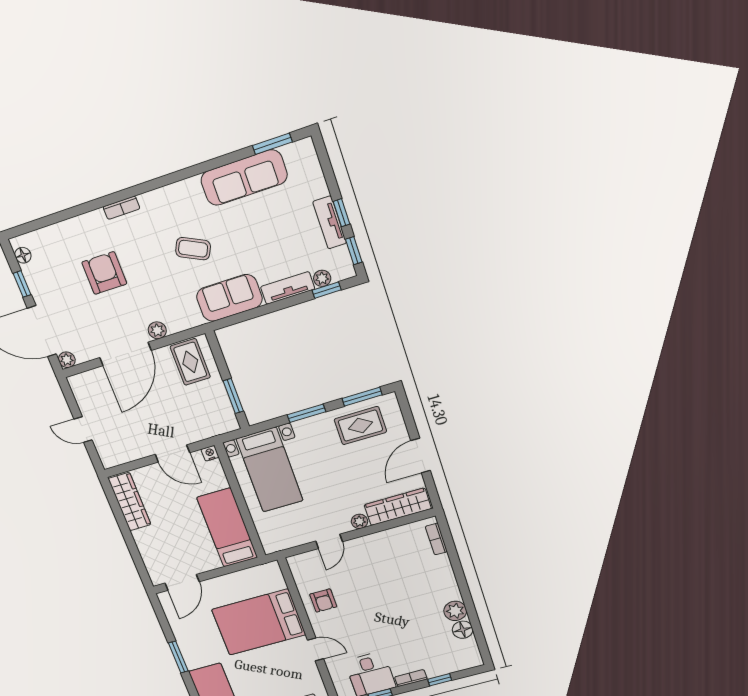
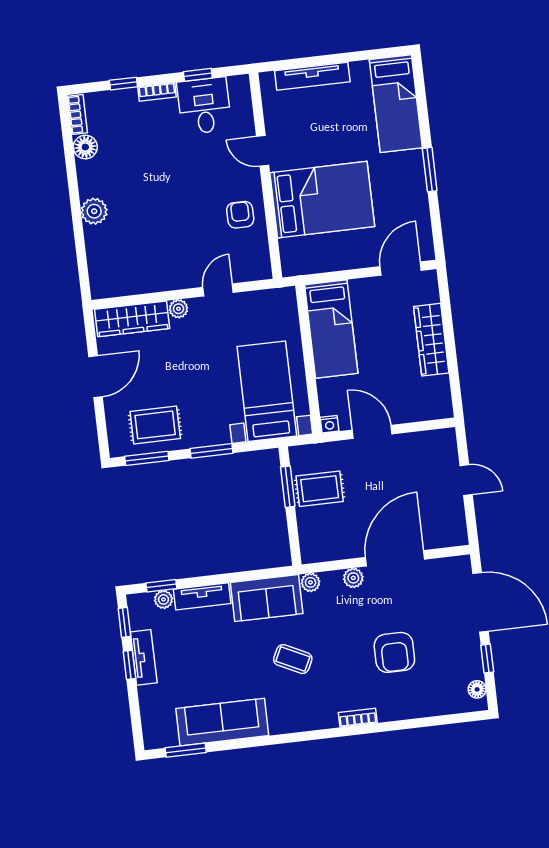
plant: (67, 360) -> (311, 582), moved
rug: (190, 362) -> (320, 489), moved, turned 90
wardrobe: (130, 502) -> (431, 340), moved
bookcase: (436, 539) -> (77, 115), moved
plant: (455, 611) -> (94, 211), moved

